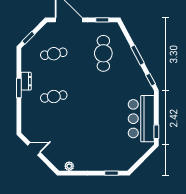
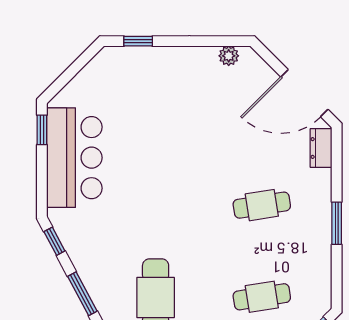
dresser: (26, 81) -> (321, 148), moved
door: (34, 149) -> (304, 93), width x1.88

